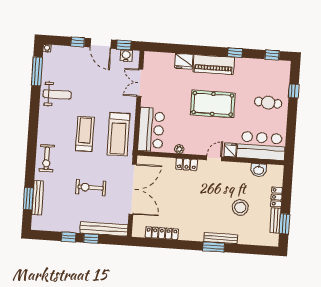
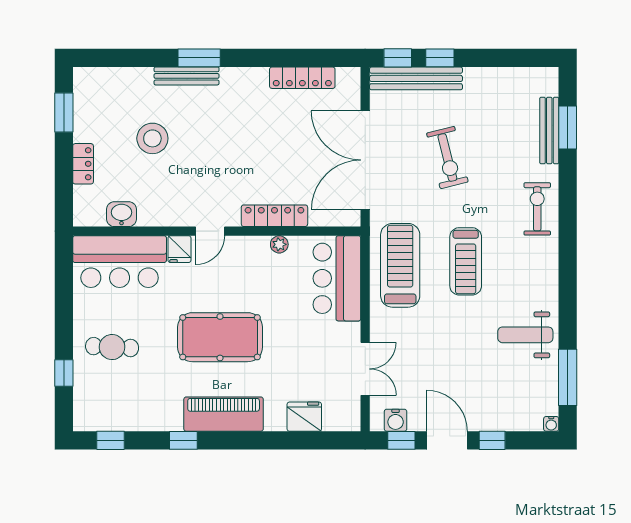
fridge: (184, 61) -> (304, 417), moved
locker: (187, 164) -> (274, 216), width x1.53
exercise bike: (91, 188) -> (447, 158), turned 76
bench: (275, 221) -> (82, 117), removed
window: (69, 237) -> (398, 58), moved

